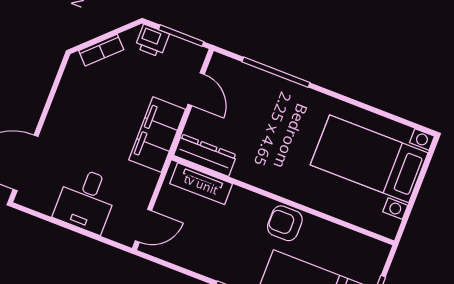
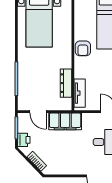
door: (196, 89) -> (38, 112), swing flipped
dresser: (205, 155) -> (66, 83), moved

